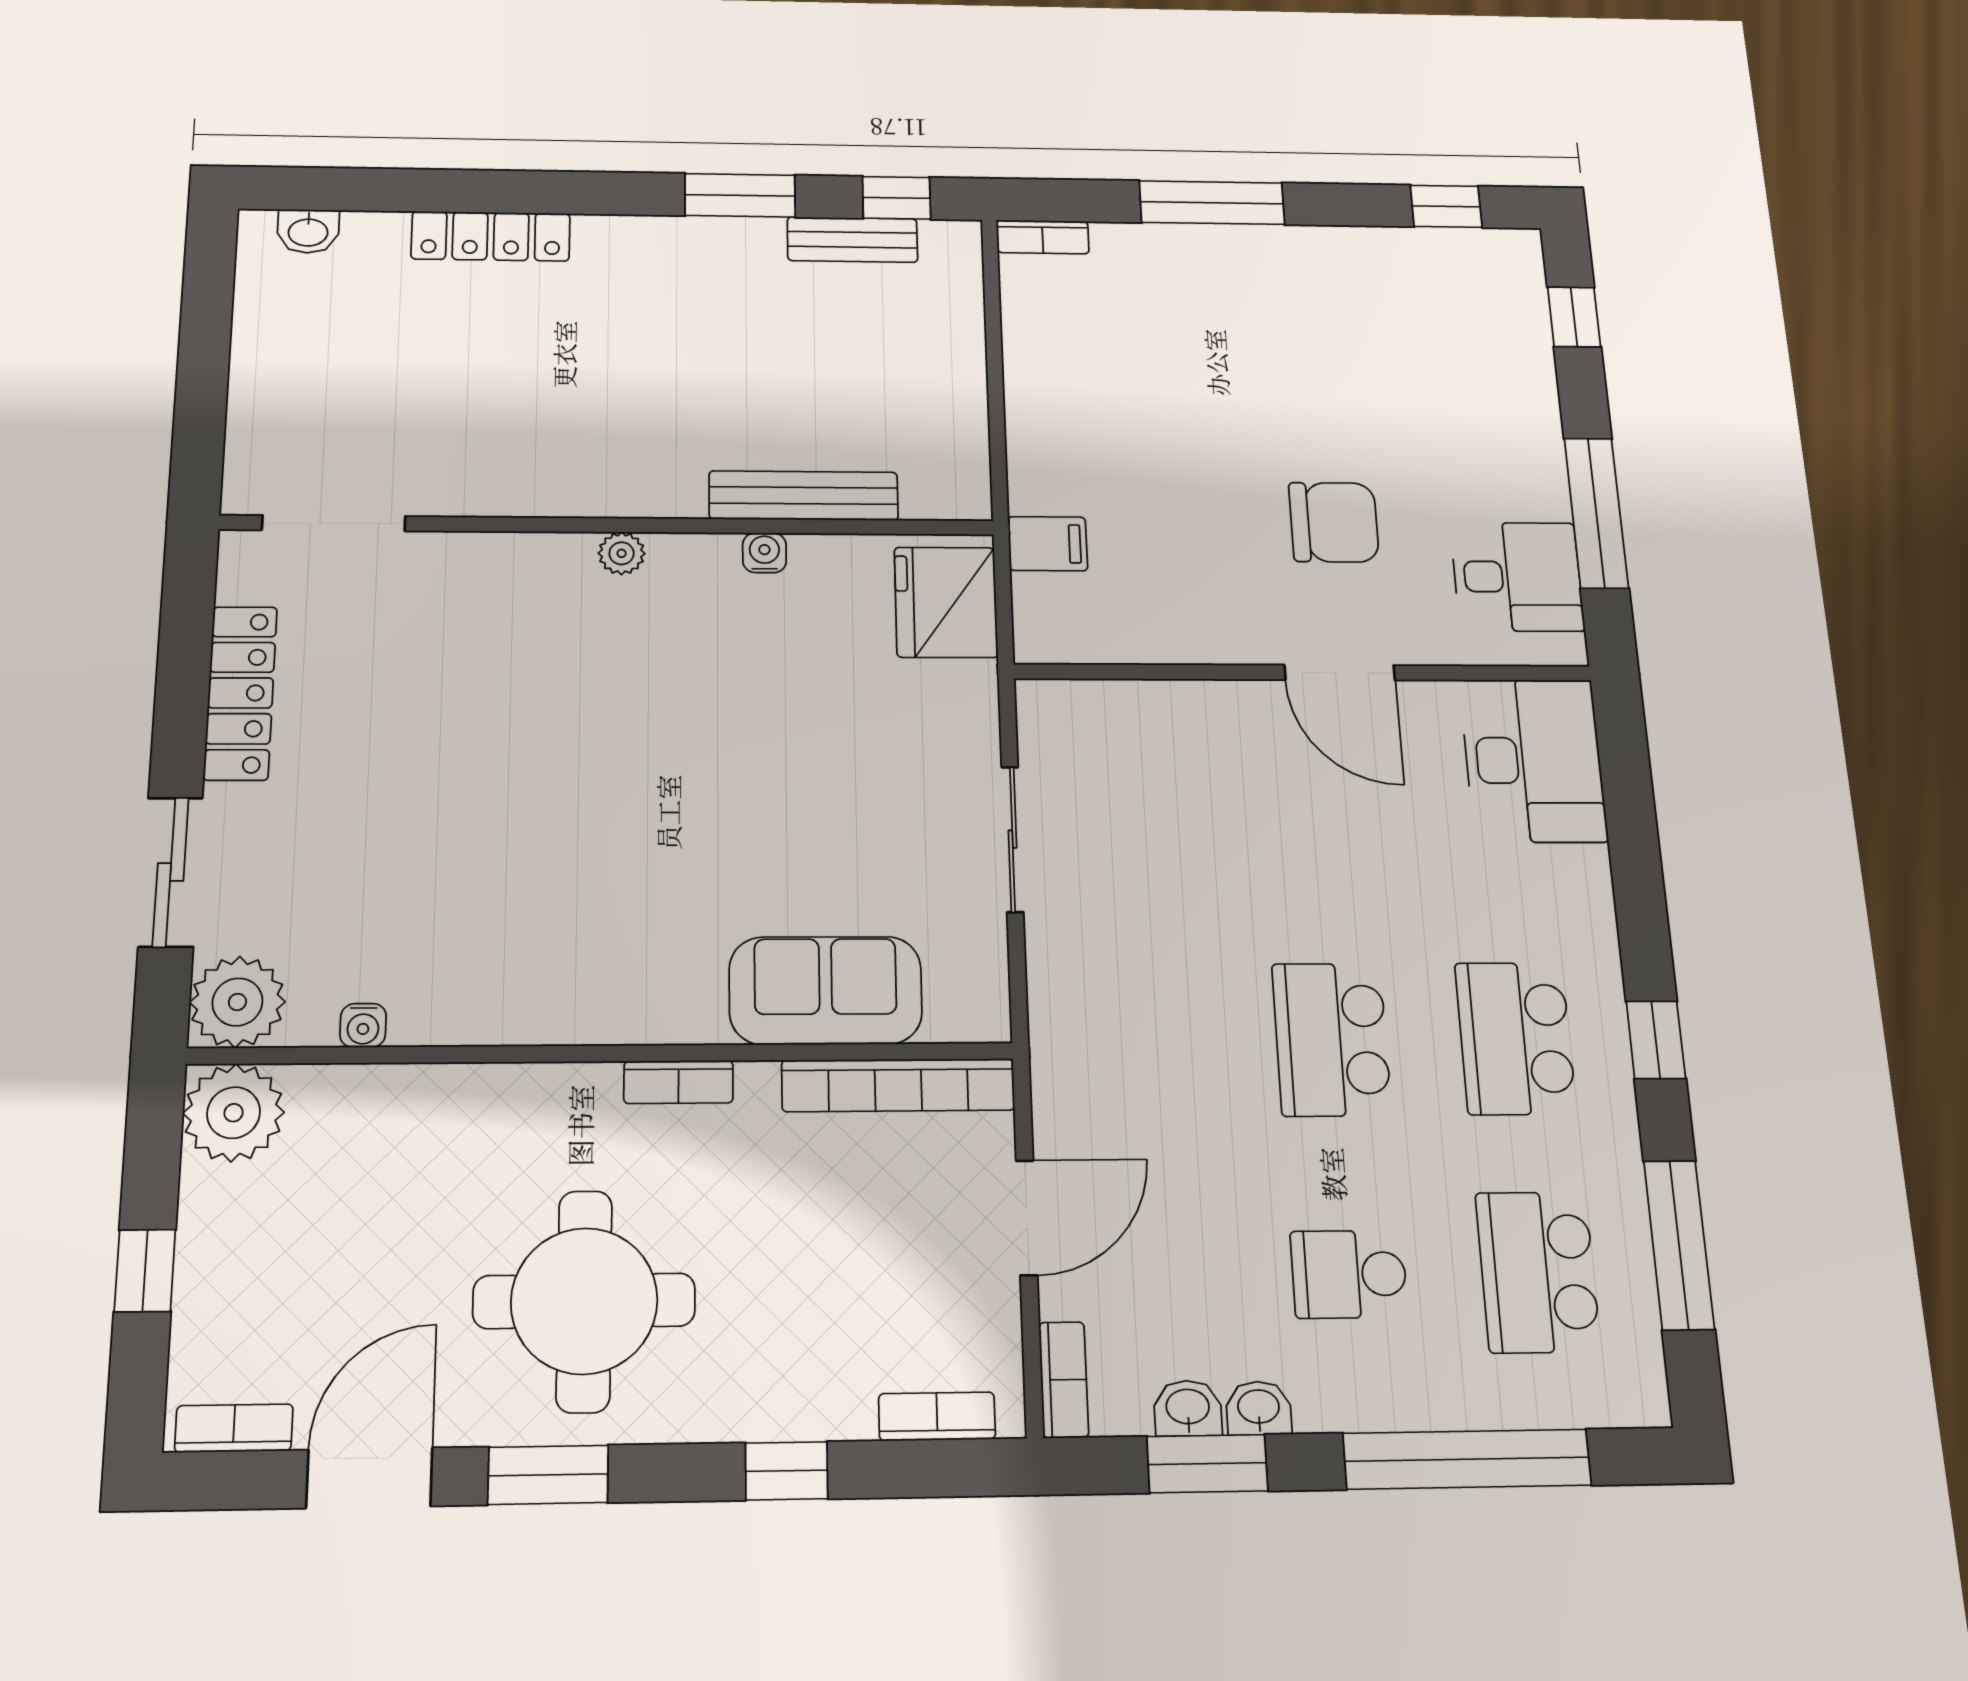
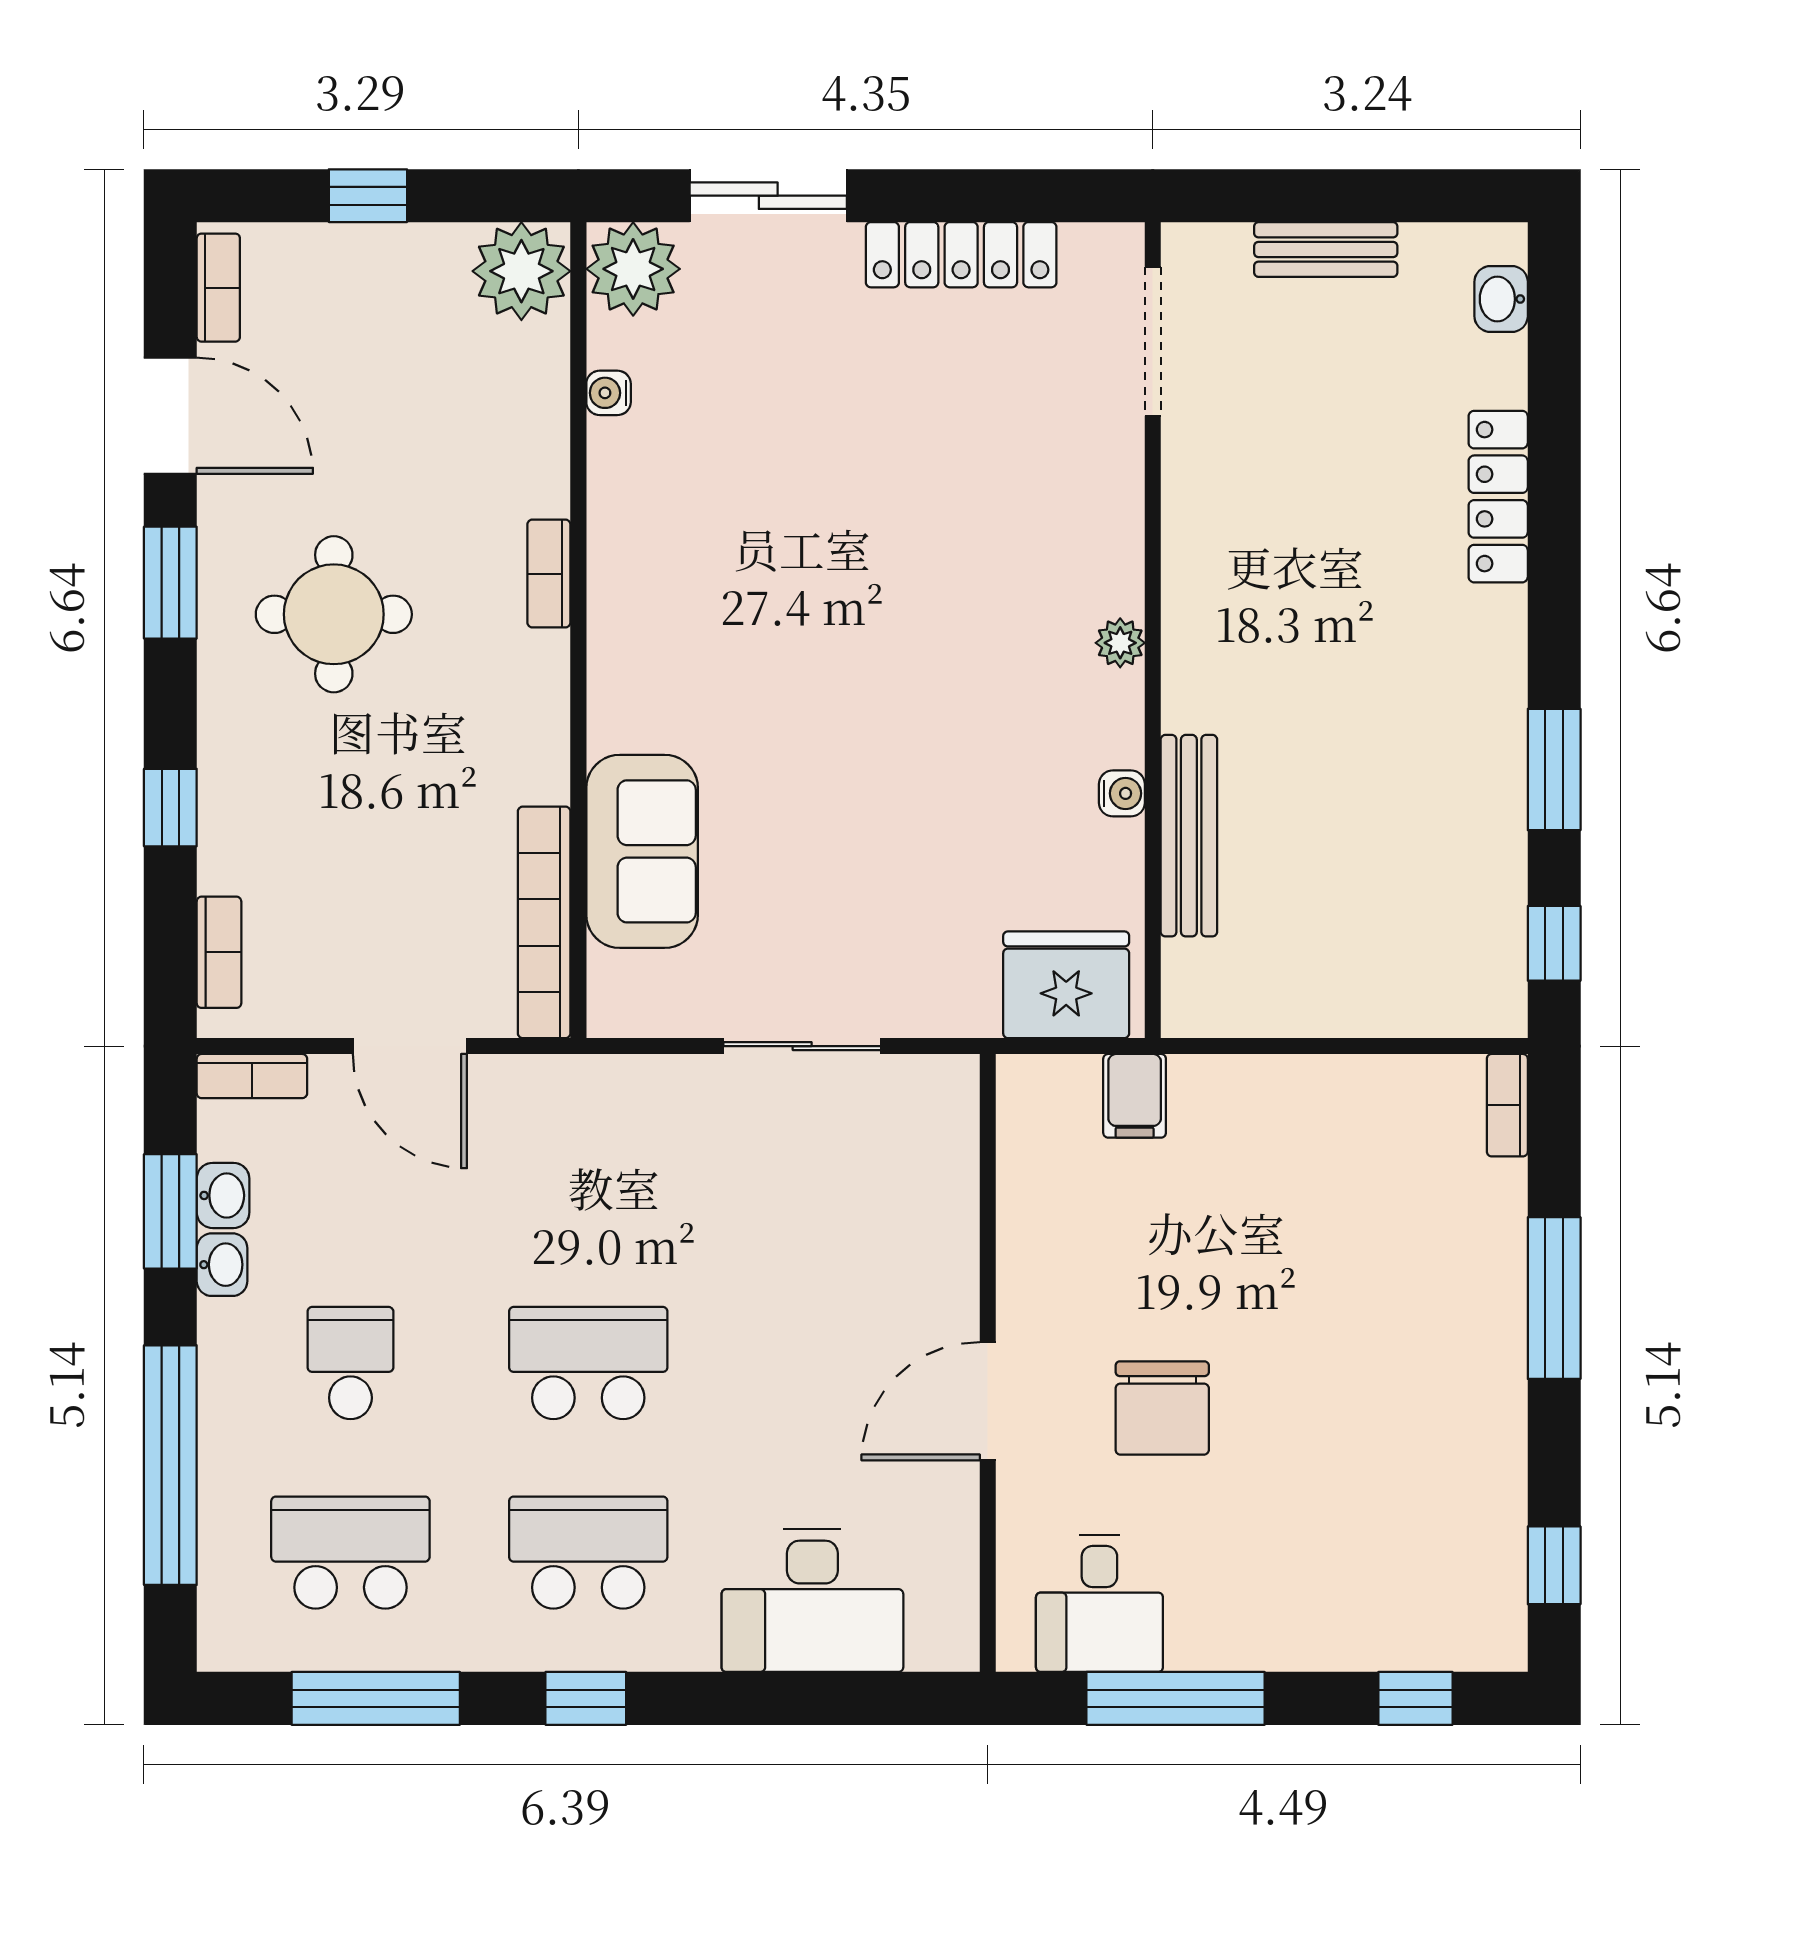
bench: (852, 240) -> (1326, 249), moved, turned 90
desk: (1533, 760) -> (812, 1601), moved
bookcase: (678, 1082) -> (549, 574), moved
round table: (584, 1301) -> (334, 614), width x0.73, depth x0.73

